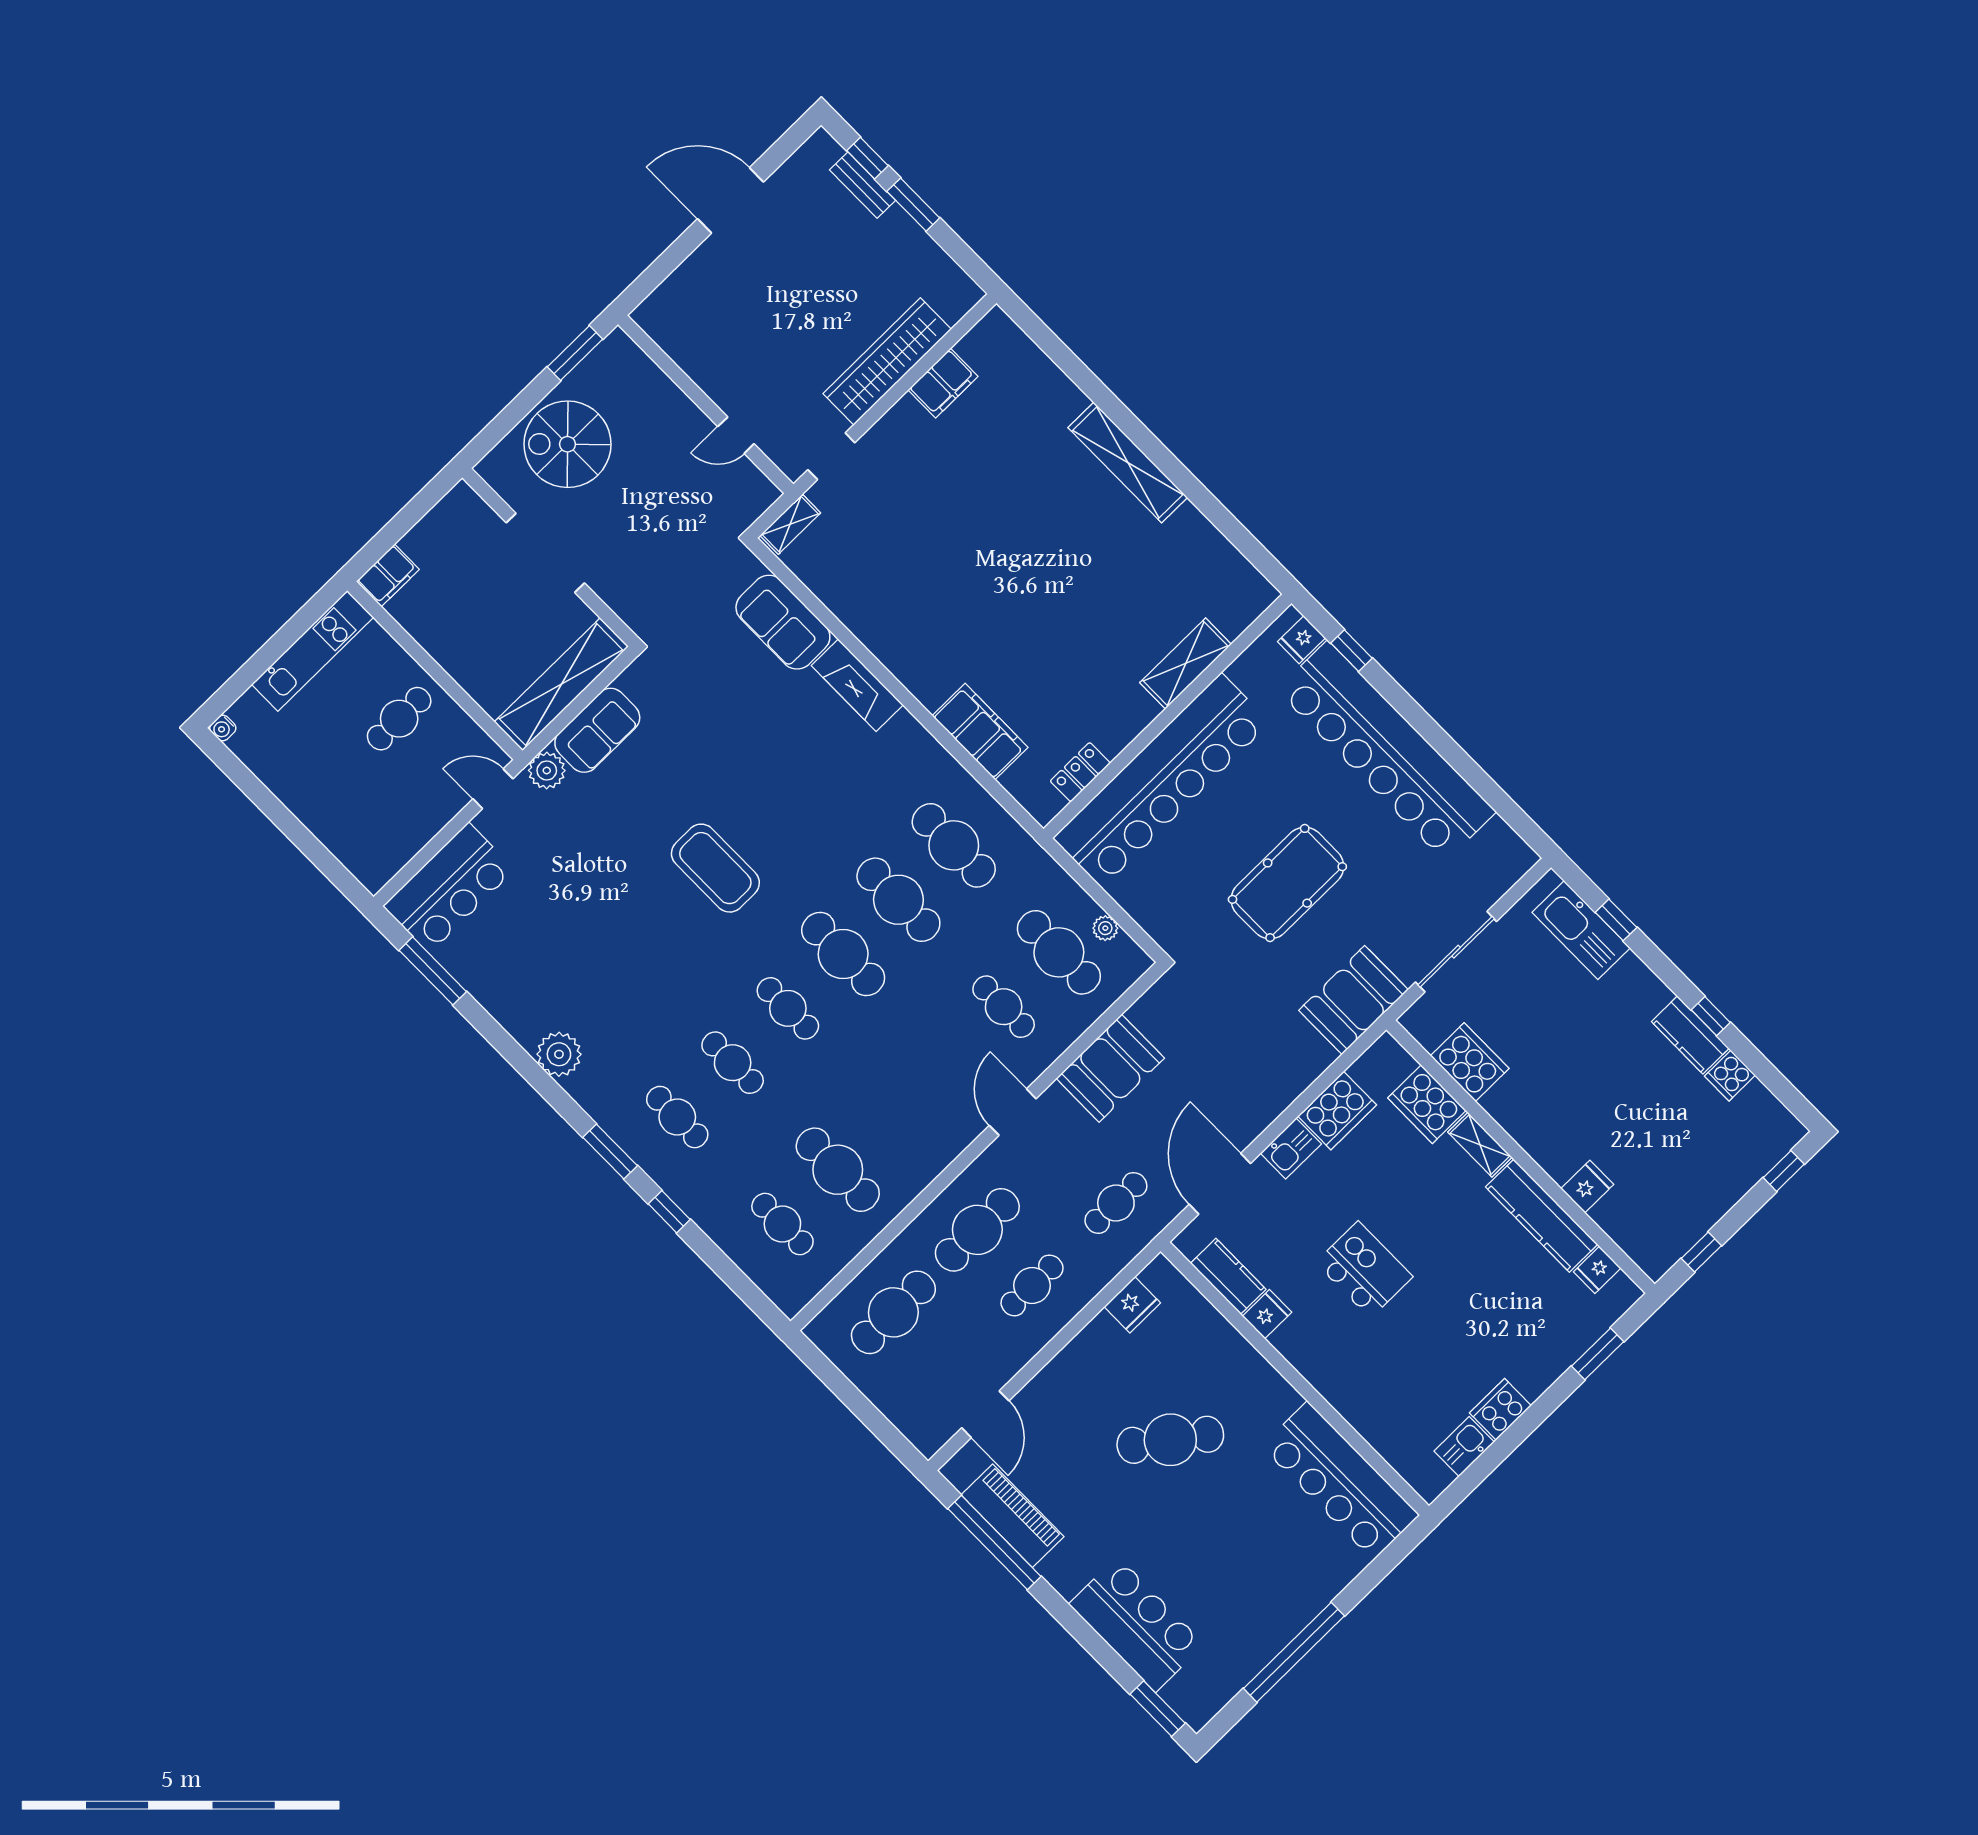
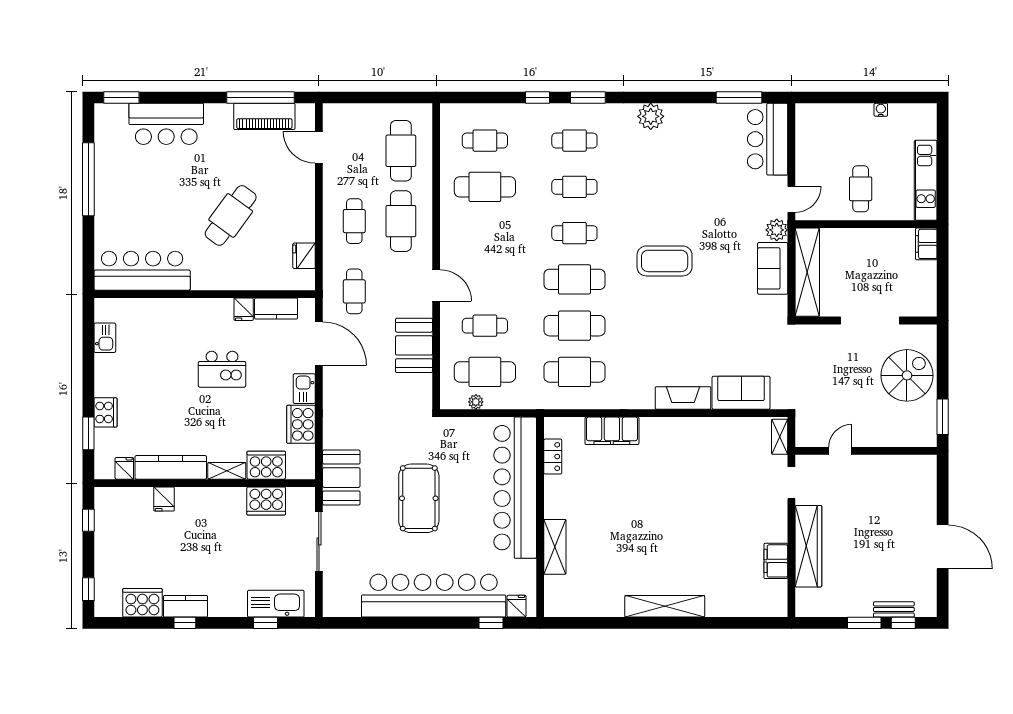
door: (731, 200) -> (943, 547), hinge flipped
water cooler: (223, 728) -> (881, 110), moved
cooker: (1730, 1076) -> (142, 603), width x1.87, depth x1.31
cooker: (1500, 1409) -> (105, 412), moved

